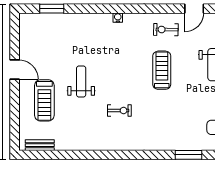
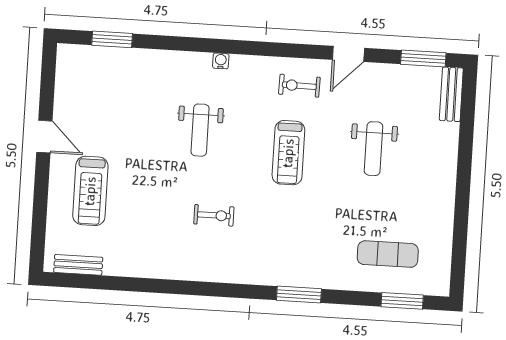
treadmill: (162, 70) -> (288, 153), turned 180
weight bench: (81, 81) -> (200, 130), moved, turned 180
window: (189, 155) -> (299, 295), moved

